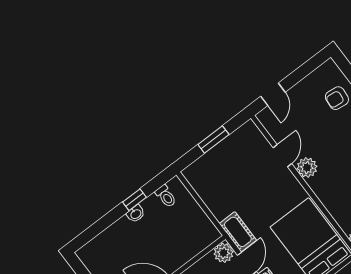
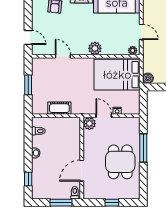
plant: (307, 168) -> (95, 48), moved
window: (134, 200) -> (28, 179), moved
cot: (238, 232) -> (59, 108), moved

